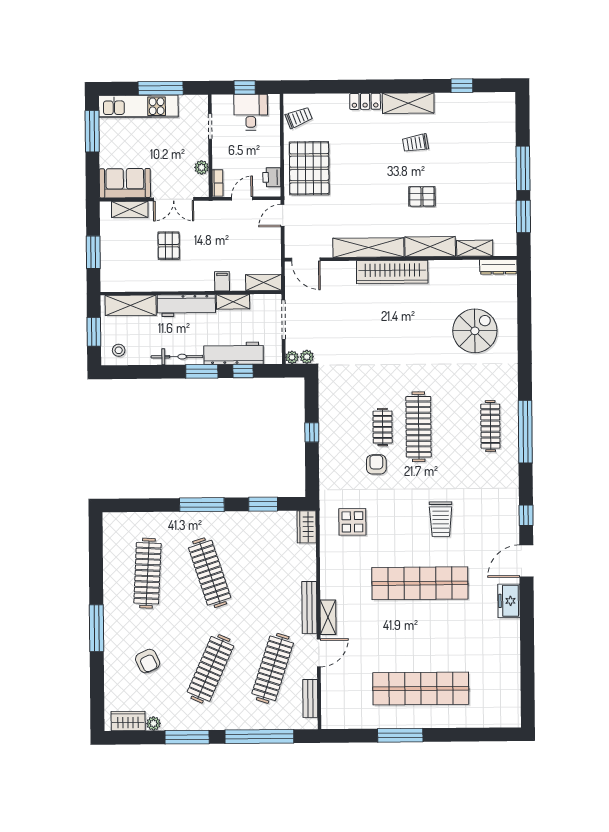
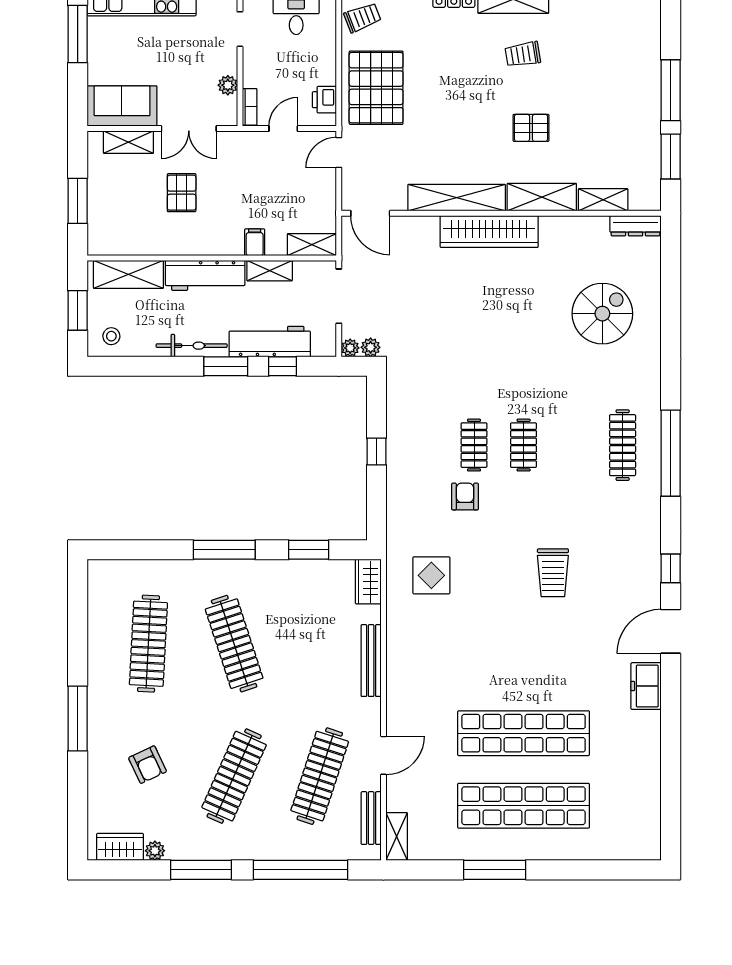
clothes rail: (418, 427) -> (524, 445), width x0.54, depth x0.76
shop shelf: (420, 583) -> (524, 733), moved
bench: (309, 607) -> (371, 661), moved
shelving: (328, 617) -> (397, 837), moved

